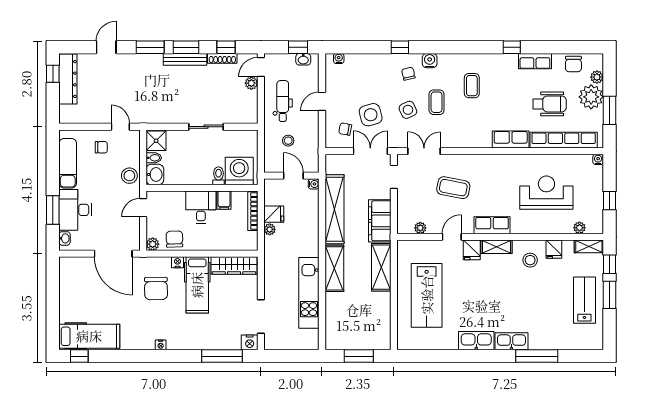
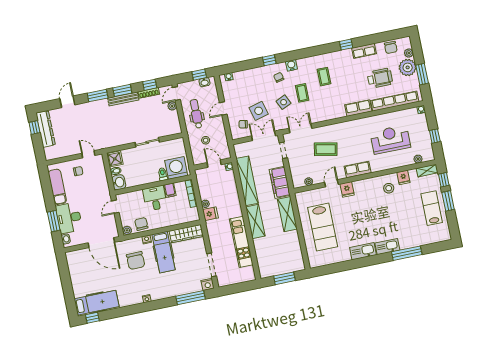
stool: (129, 176) -> (101, 187), removed
fridge: (274, 214) -> (210, 214), moved
shelving: (497, 247) -> (364, 184), removed

